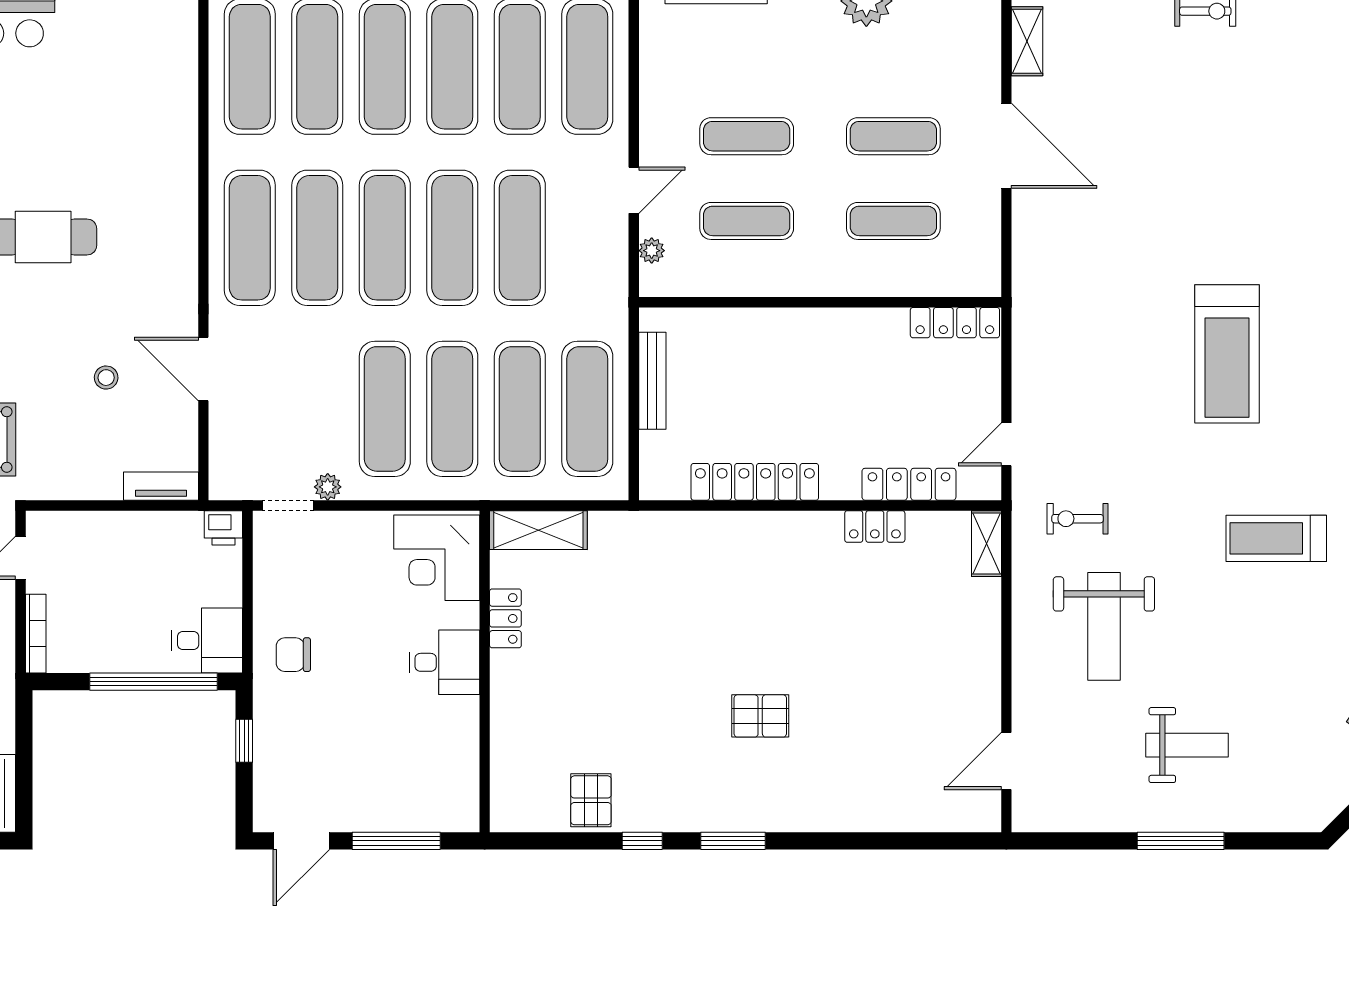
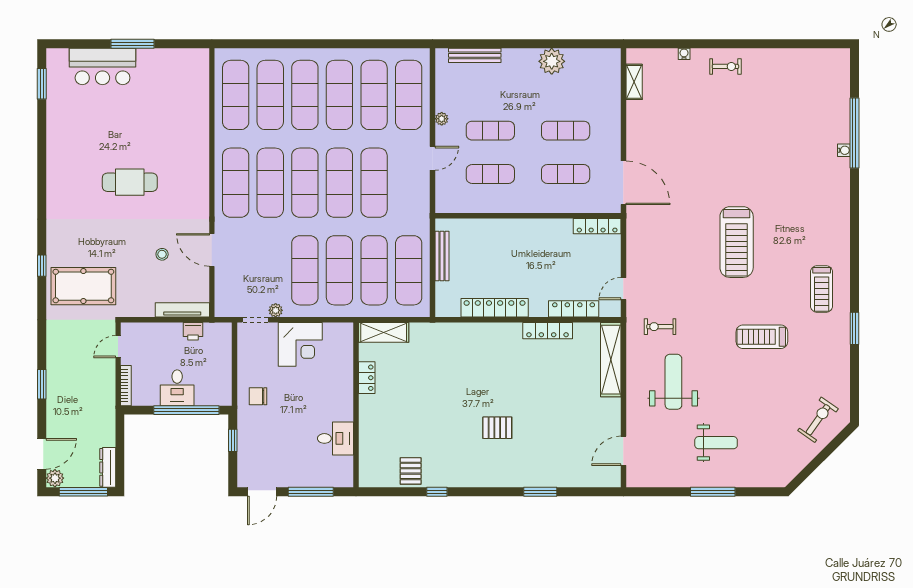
door: (1006, 146) -> (623, 183), moved
plant: (652, 251) -> (442, 119), moved
tv unit: (161, 486) -> (182, 310), width x1.41
locker: (875, 527) -> (548, 331), width x1.53
printer: (223, 528) -> (193, 331), moved
shelving: (986, 544) -> (611, 360), width x2.20, depth x1.33
corner desk: (437, 558) -> (300, 344), moved, turned -90
weight bench: (1104, 626) -> (673, 382), turned 180
desk: (207, 640) -> (177, 388), moved, turned 90
desk: (445, 662) -> (335, 438), moved
window: (733, 841) -> (540, 492), moved

